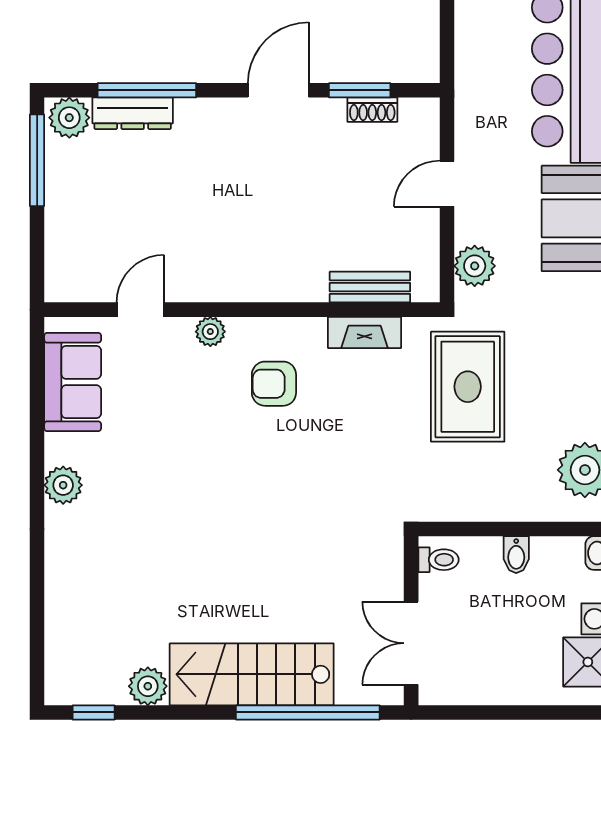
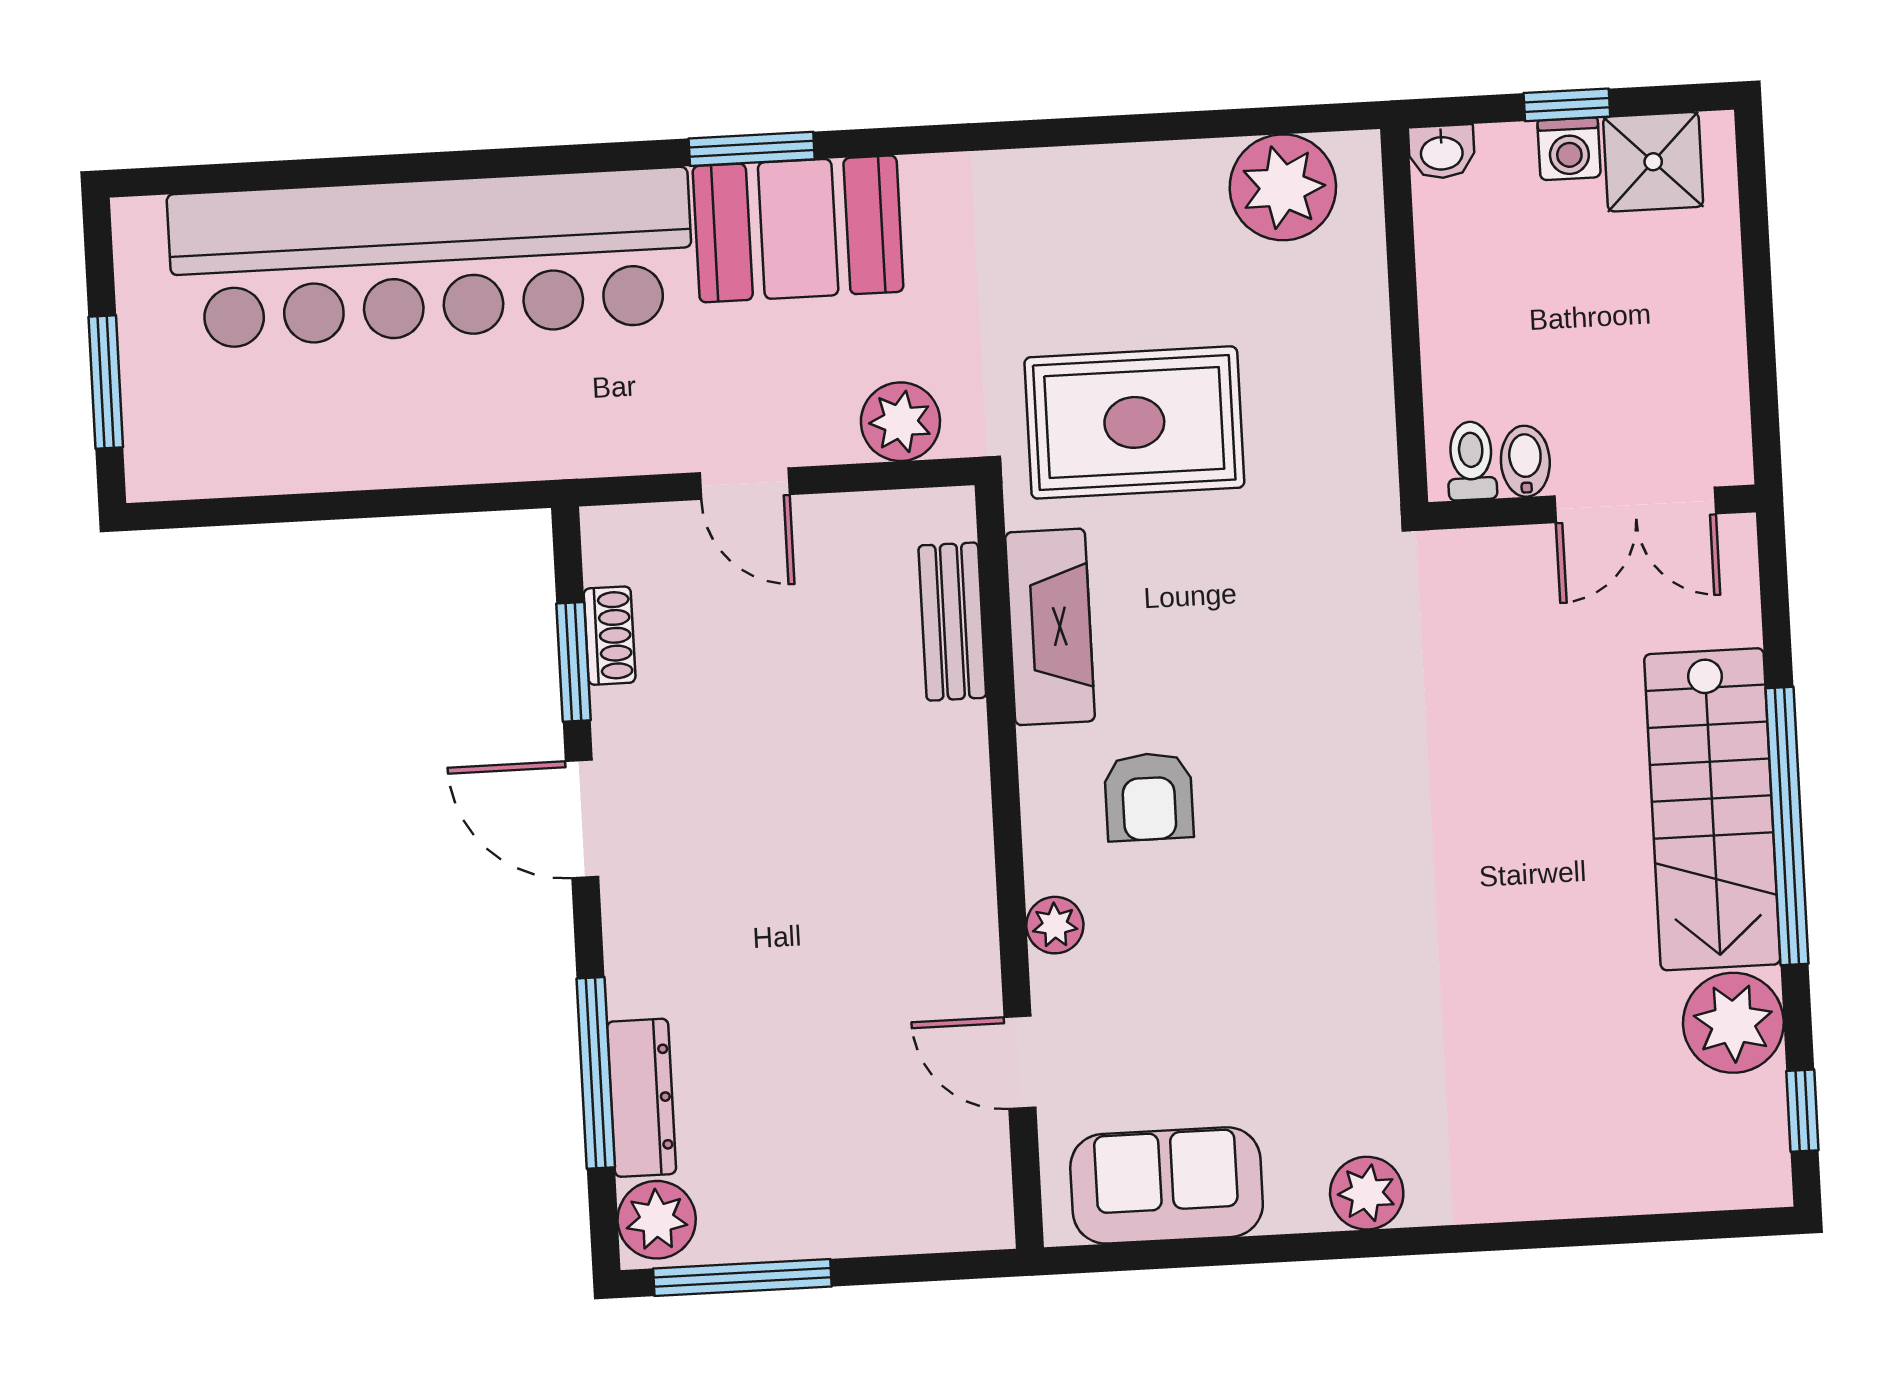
fireplace: (364, 332) -> (1050, 627), width x1.37, depth x1.32
bidet: (516, 555) -> (1525, 461), moved, turned -90
plant: (148, 686) -> (1733, 1023), width x1.36, depth x1.36
window: (308, 712) -> (1787, 826), moved

